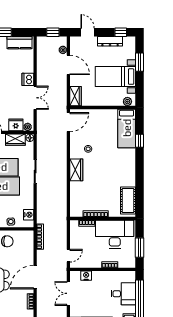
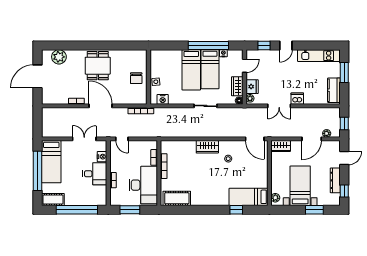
desk: (123, 294) -> (95, 174), moved, turned -90

